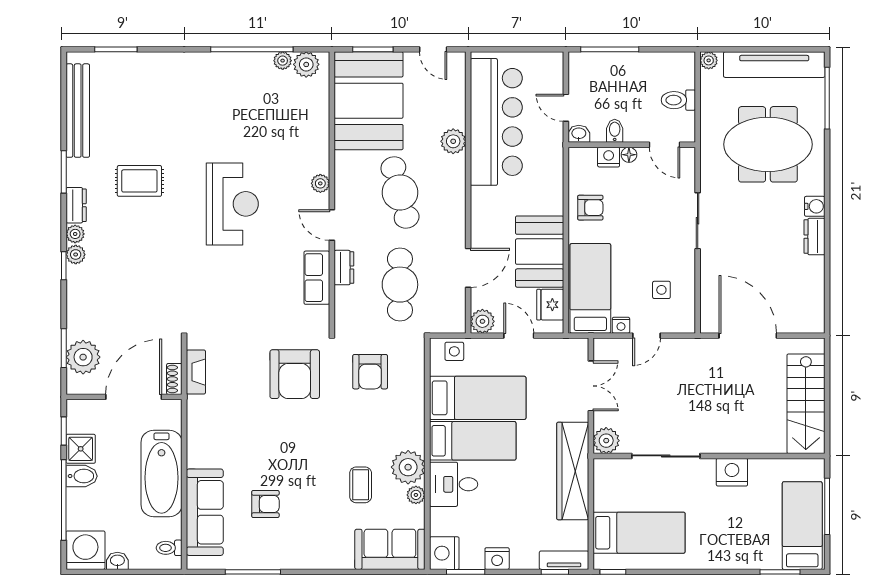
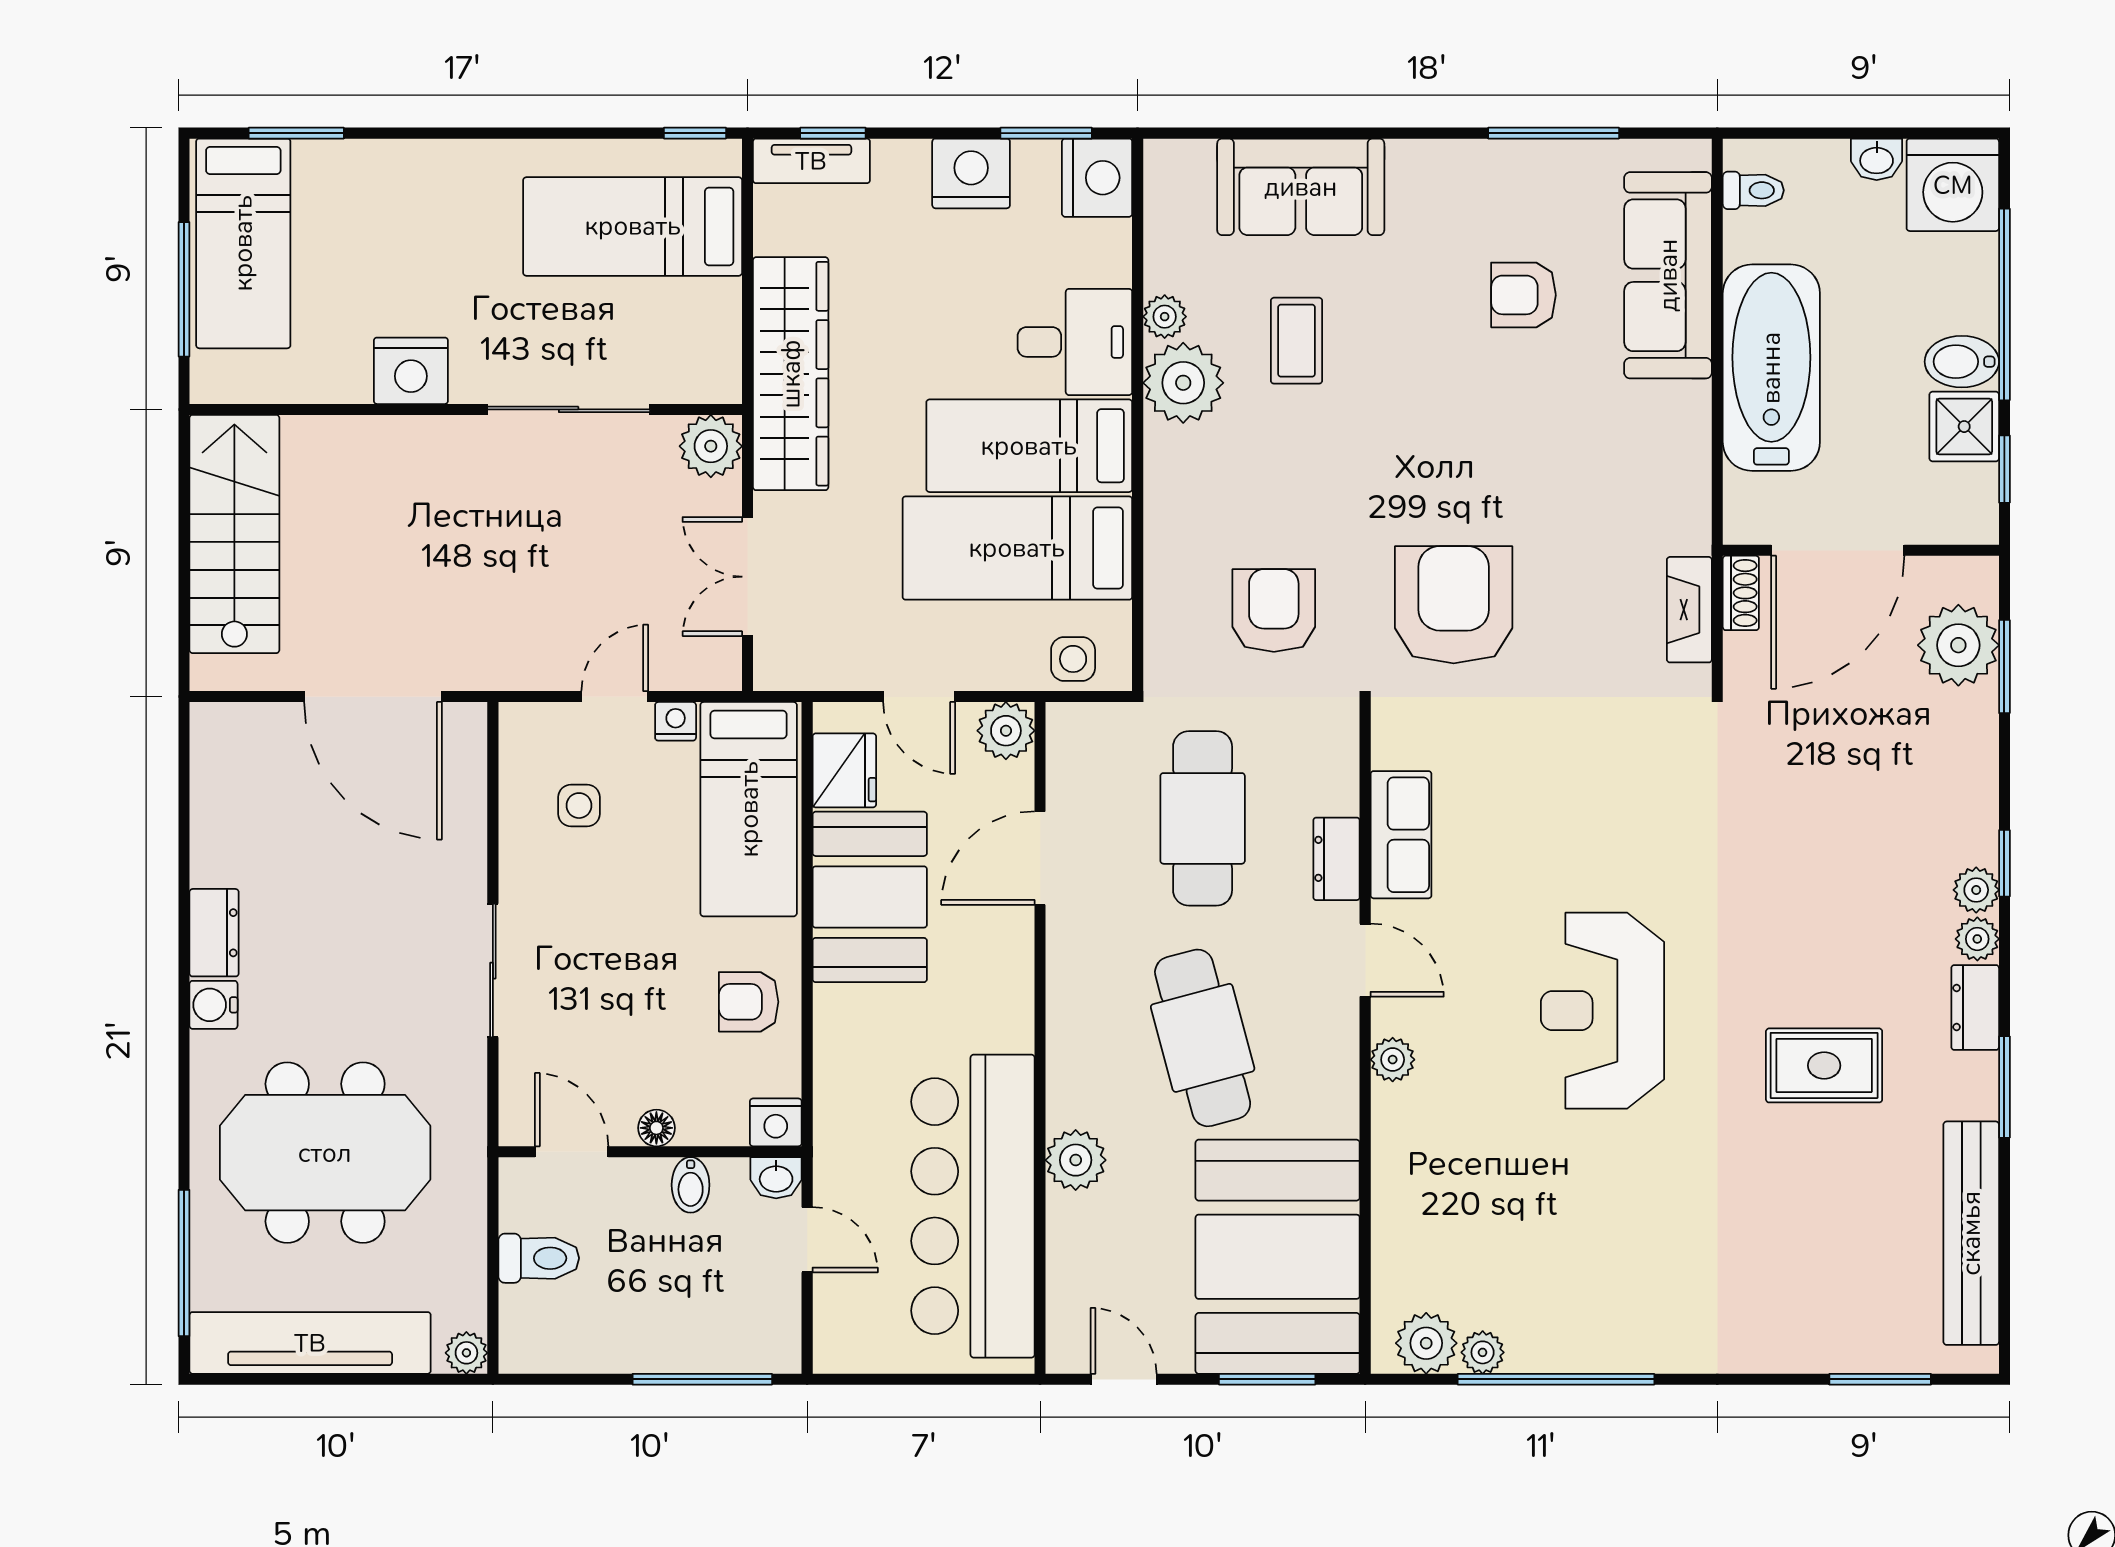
nightstand: (609, 157) -> (776, 1122), moved
sofa: (390, 549) -> (1301, 187), moved
nightstand: (497, 559) -> (971, 173), width x1.36, depth x1.33

